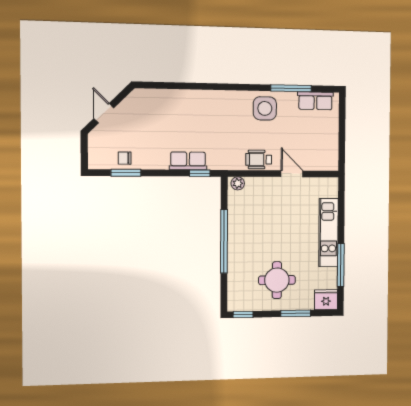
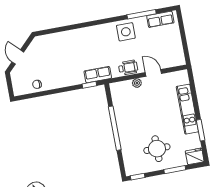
wheelchair: (259, 159) -> (128, 68), turned 180
row of seats: (188, 161) -> (98, 75), moved
window: (126, 173) -> (40, 94), removed
plant: (238, 183) -> (137, 83), moved
window: (341, 265) -> (201, 130), width x0.69

